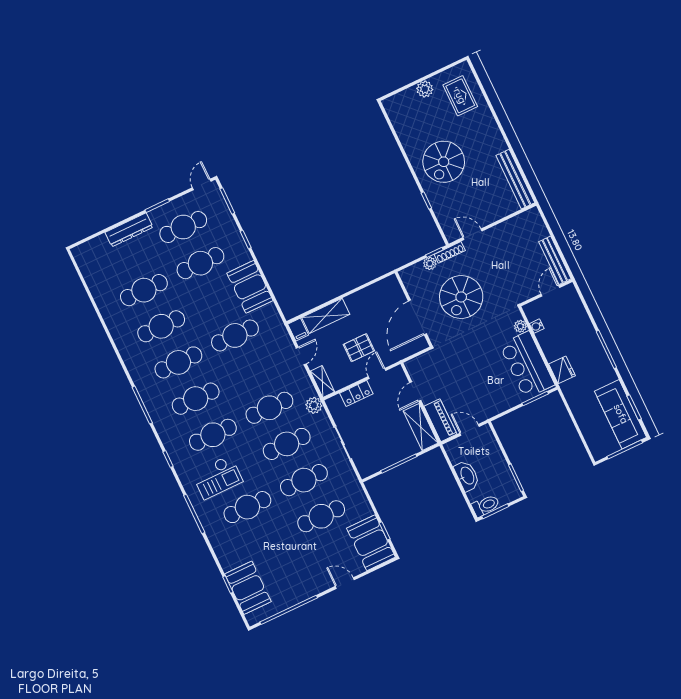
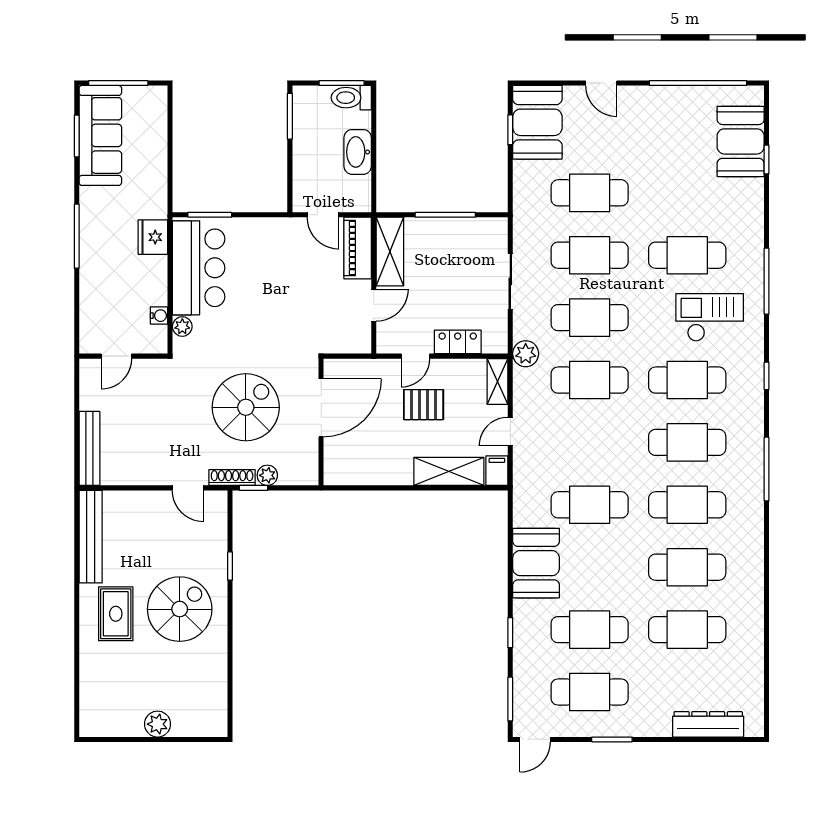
rug: (460, 96) -> (116, 614), moved
dresser: (129, 230) -> (708, 724), moved
bench: (555, 260) -> (89, 448), moved

